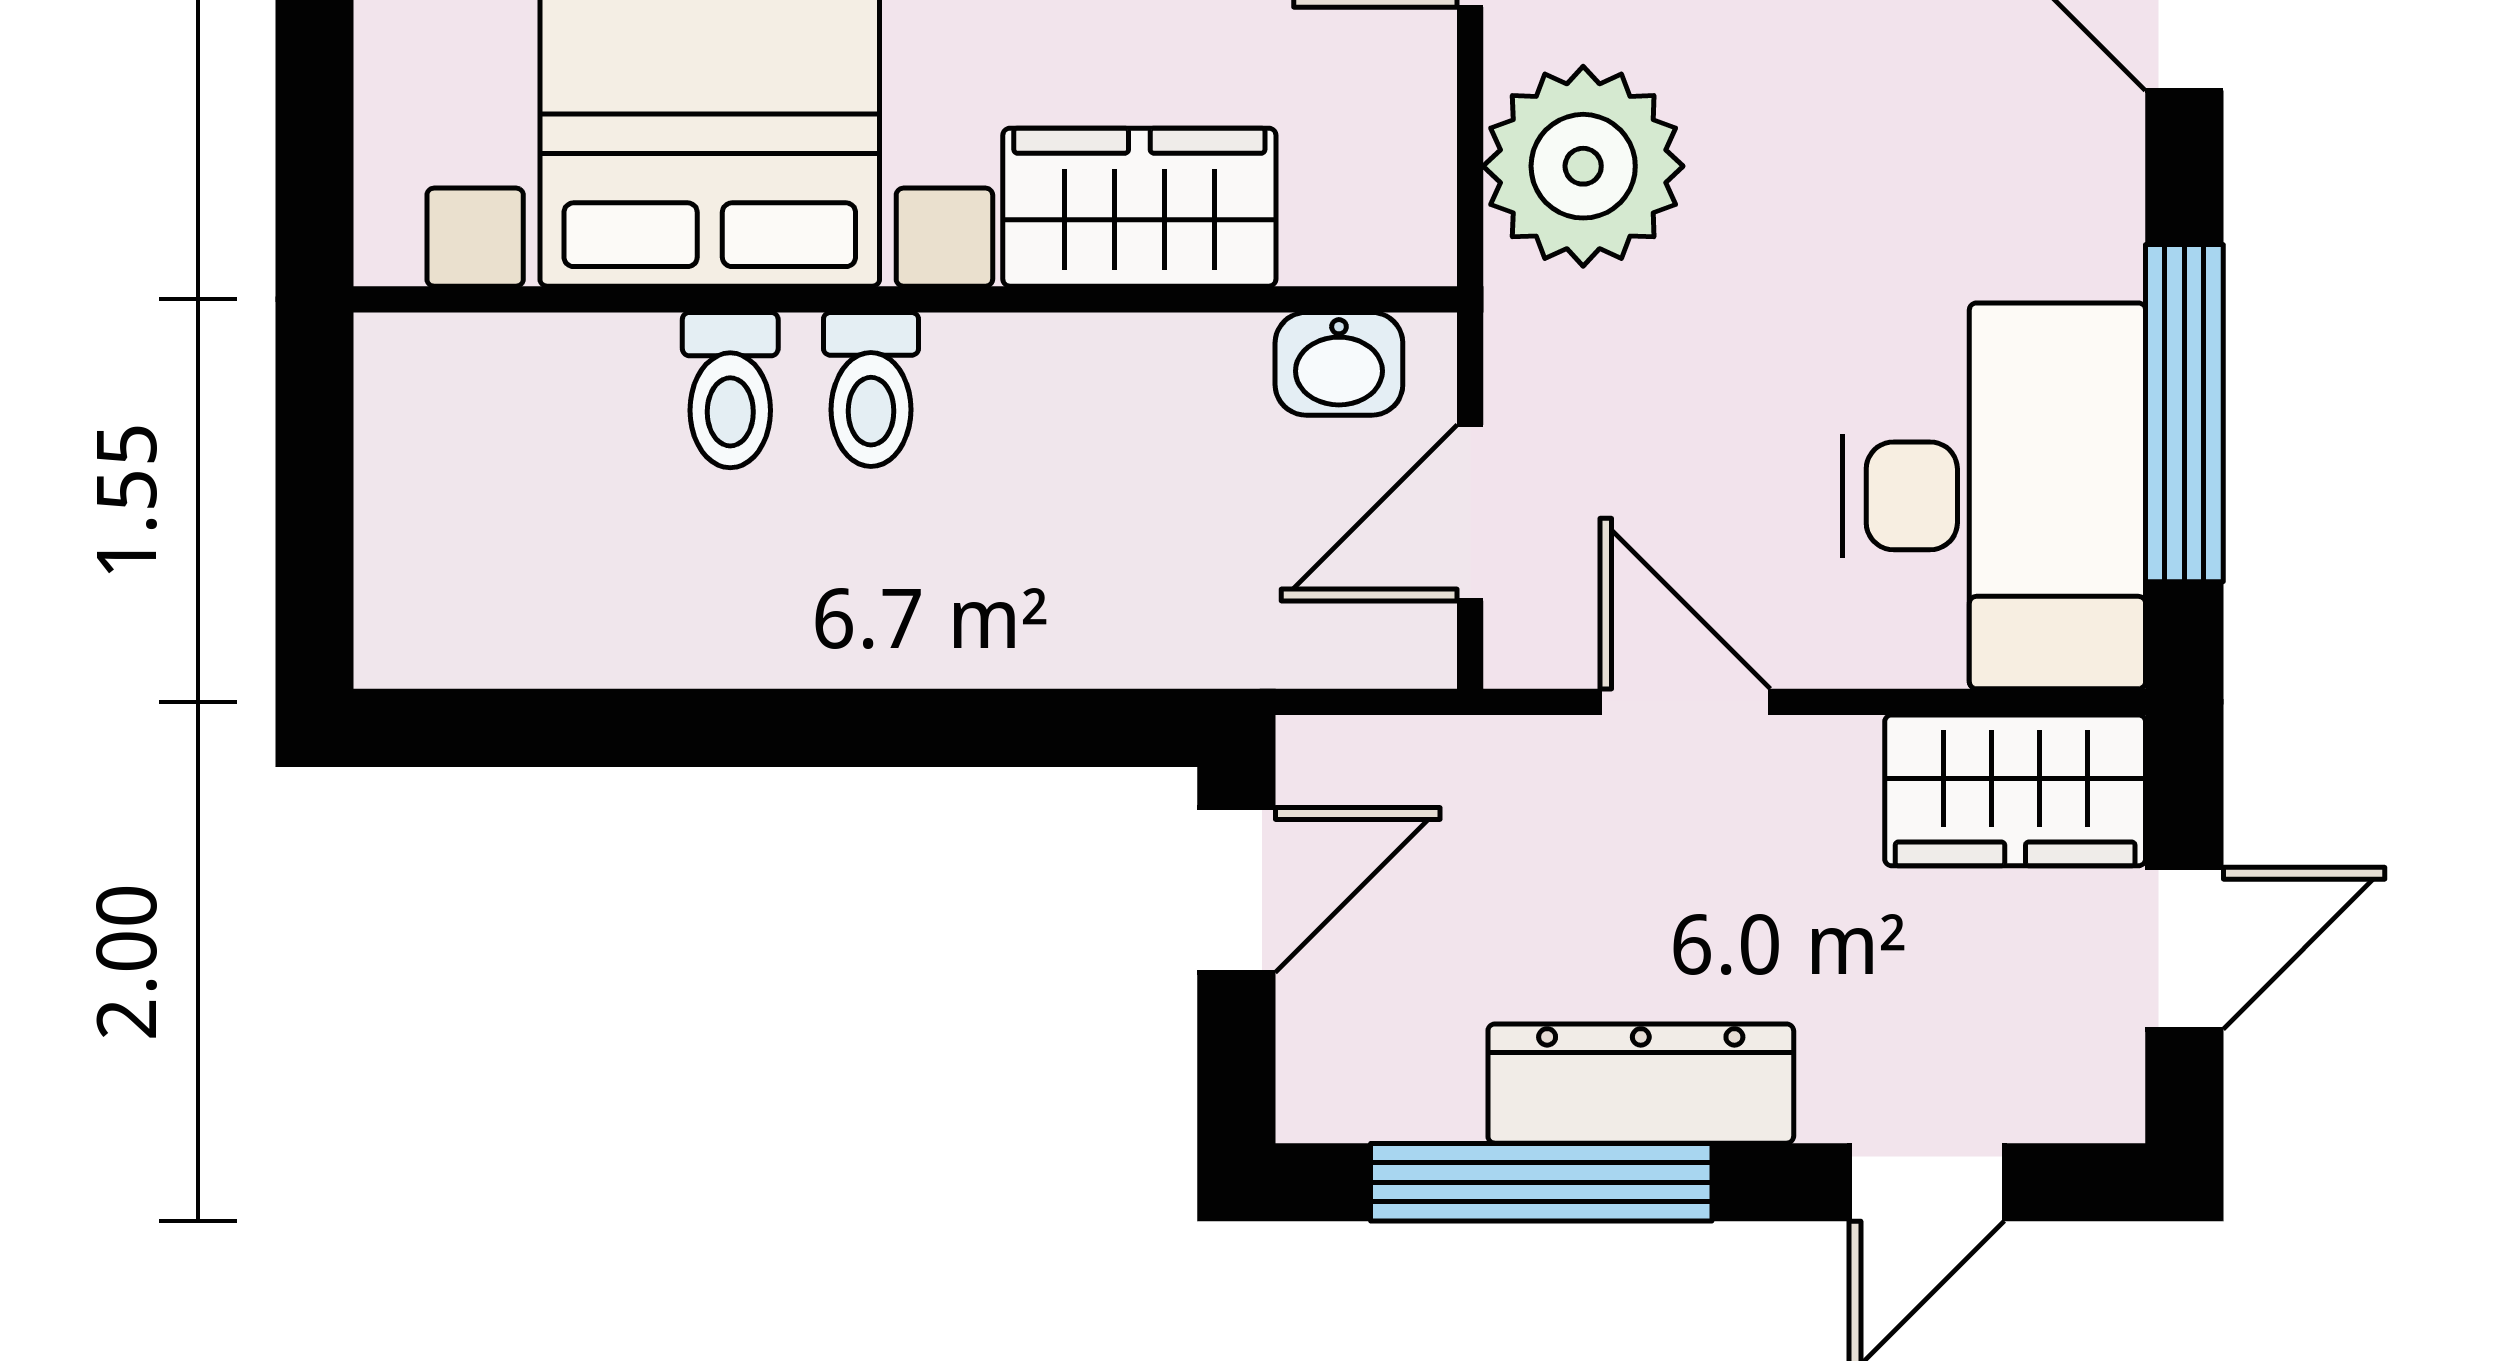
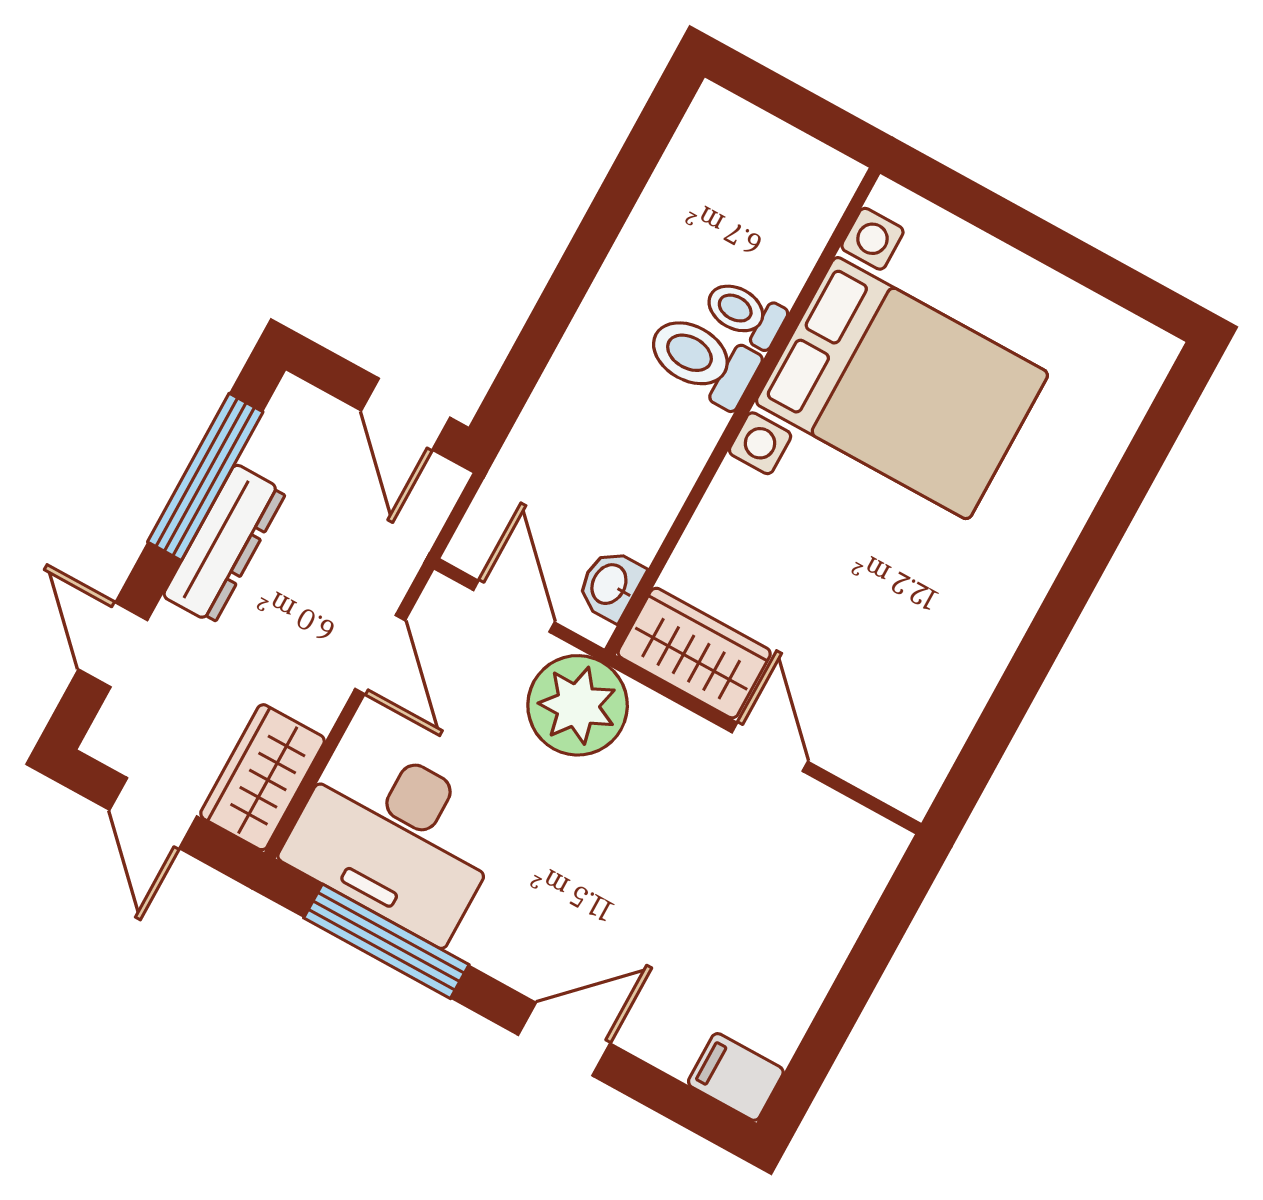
plant: (1583, 166) -> (578, 705), moved
wardrobe: (1139, 207) -> (694, 653), moved, turned -90
toilet: (871, 389) -> (702, 360), width x1.37, depth x1.39
door: (1685, 702) -> (380, 655), hinge flipped

